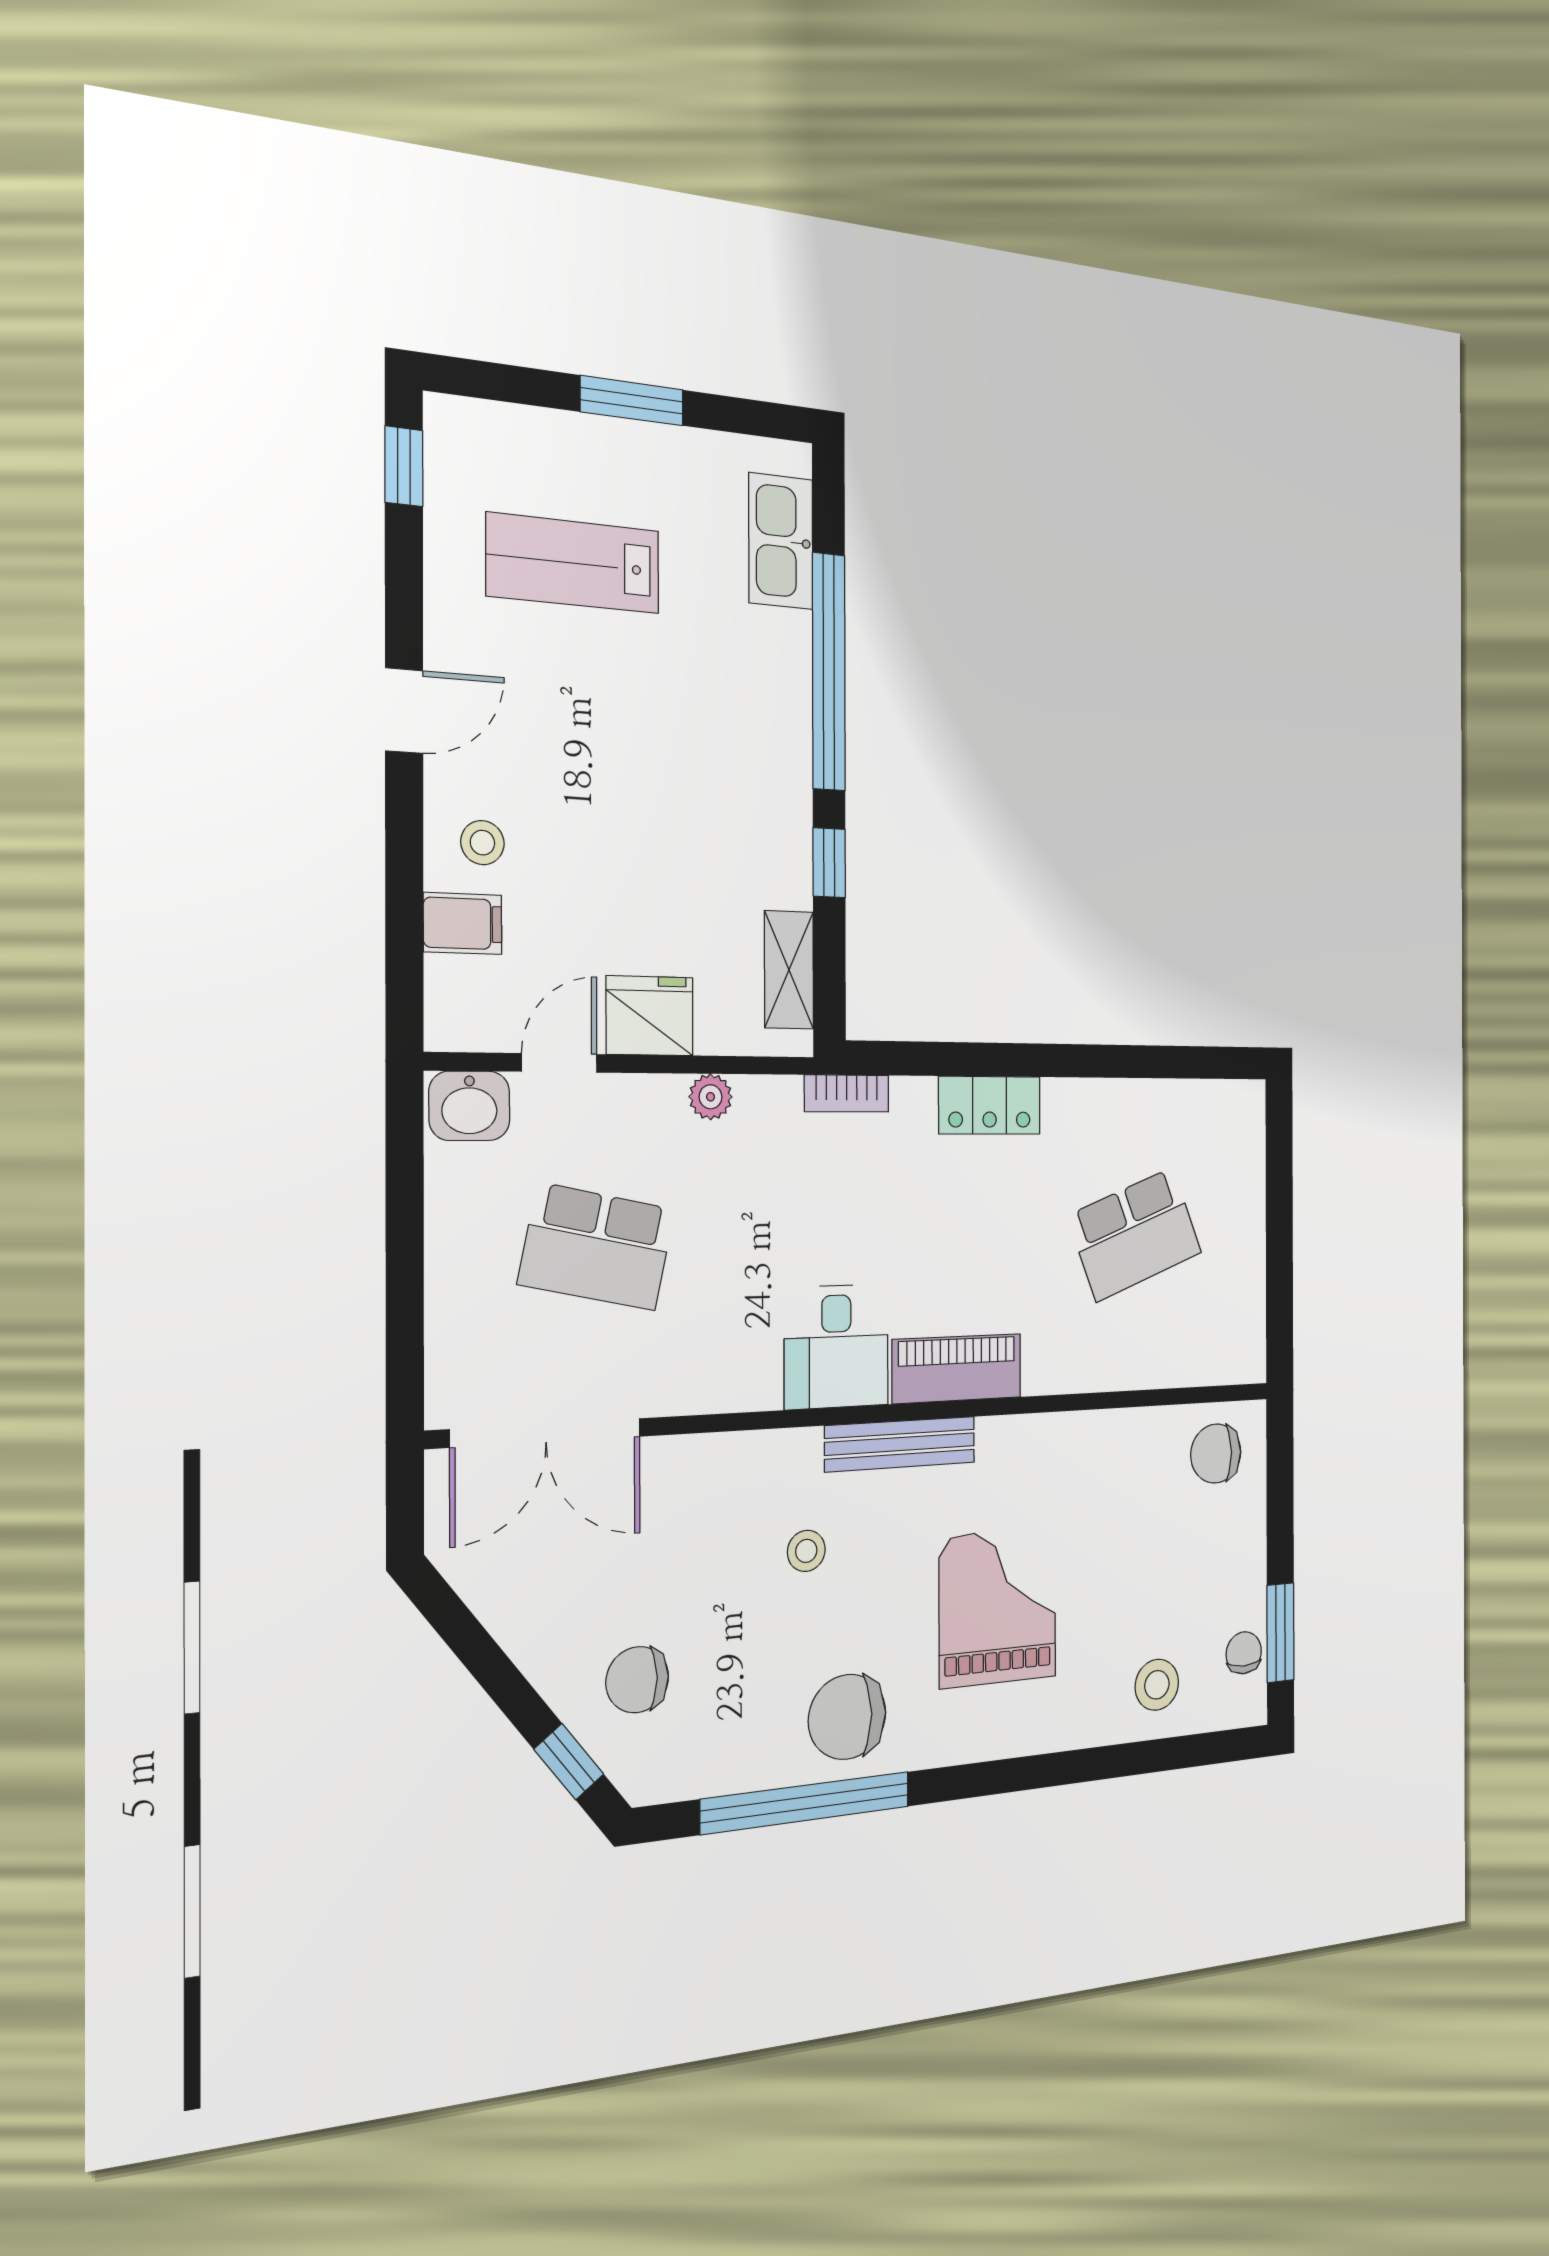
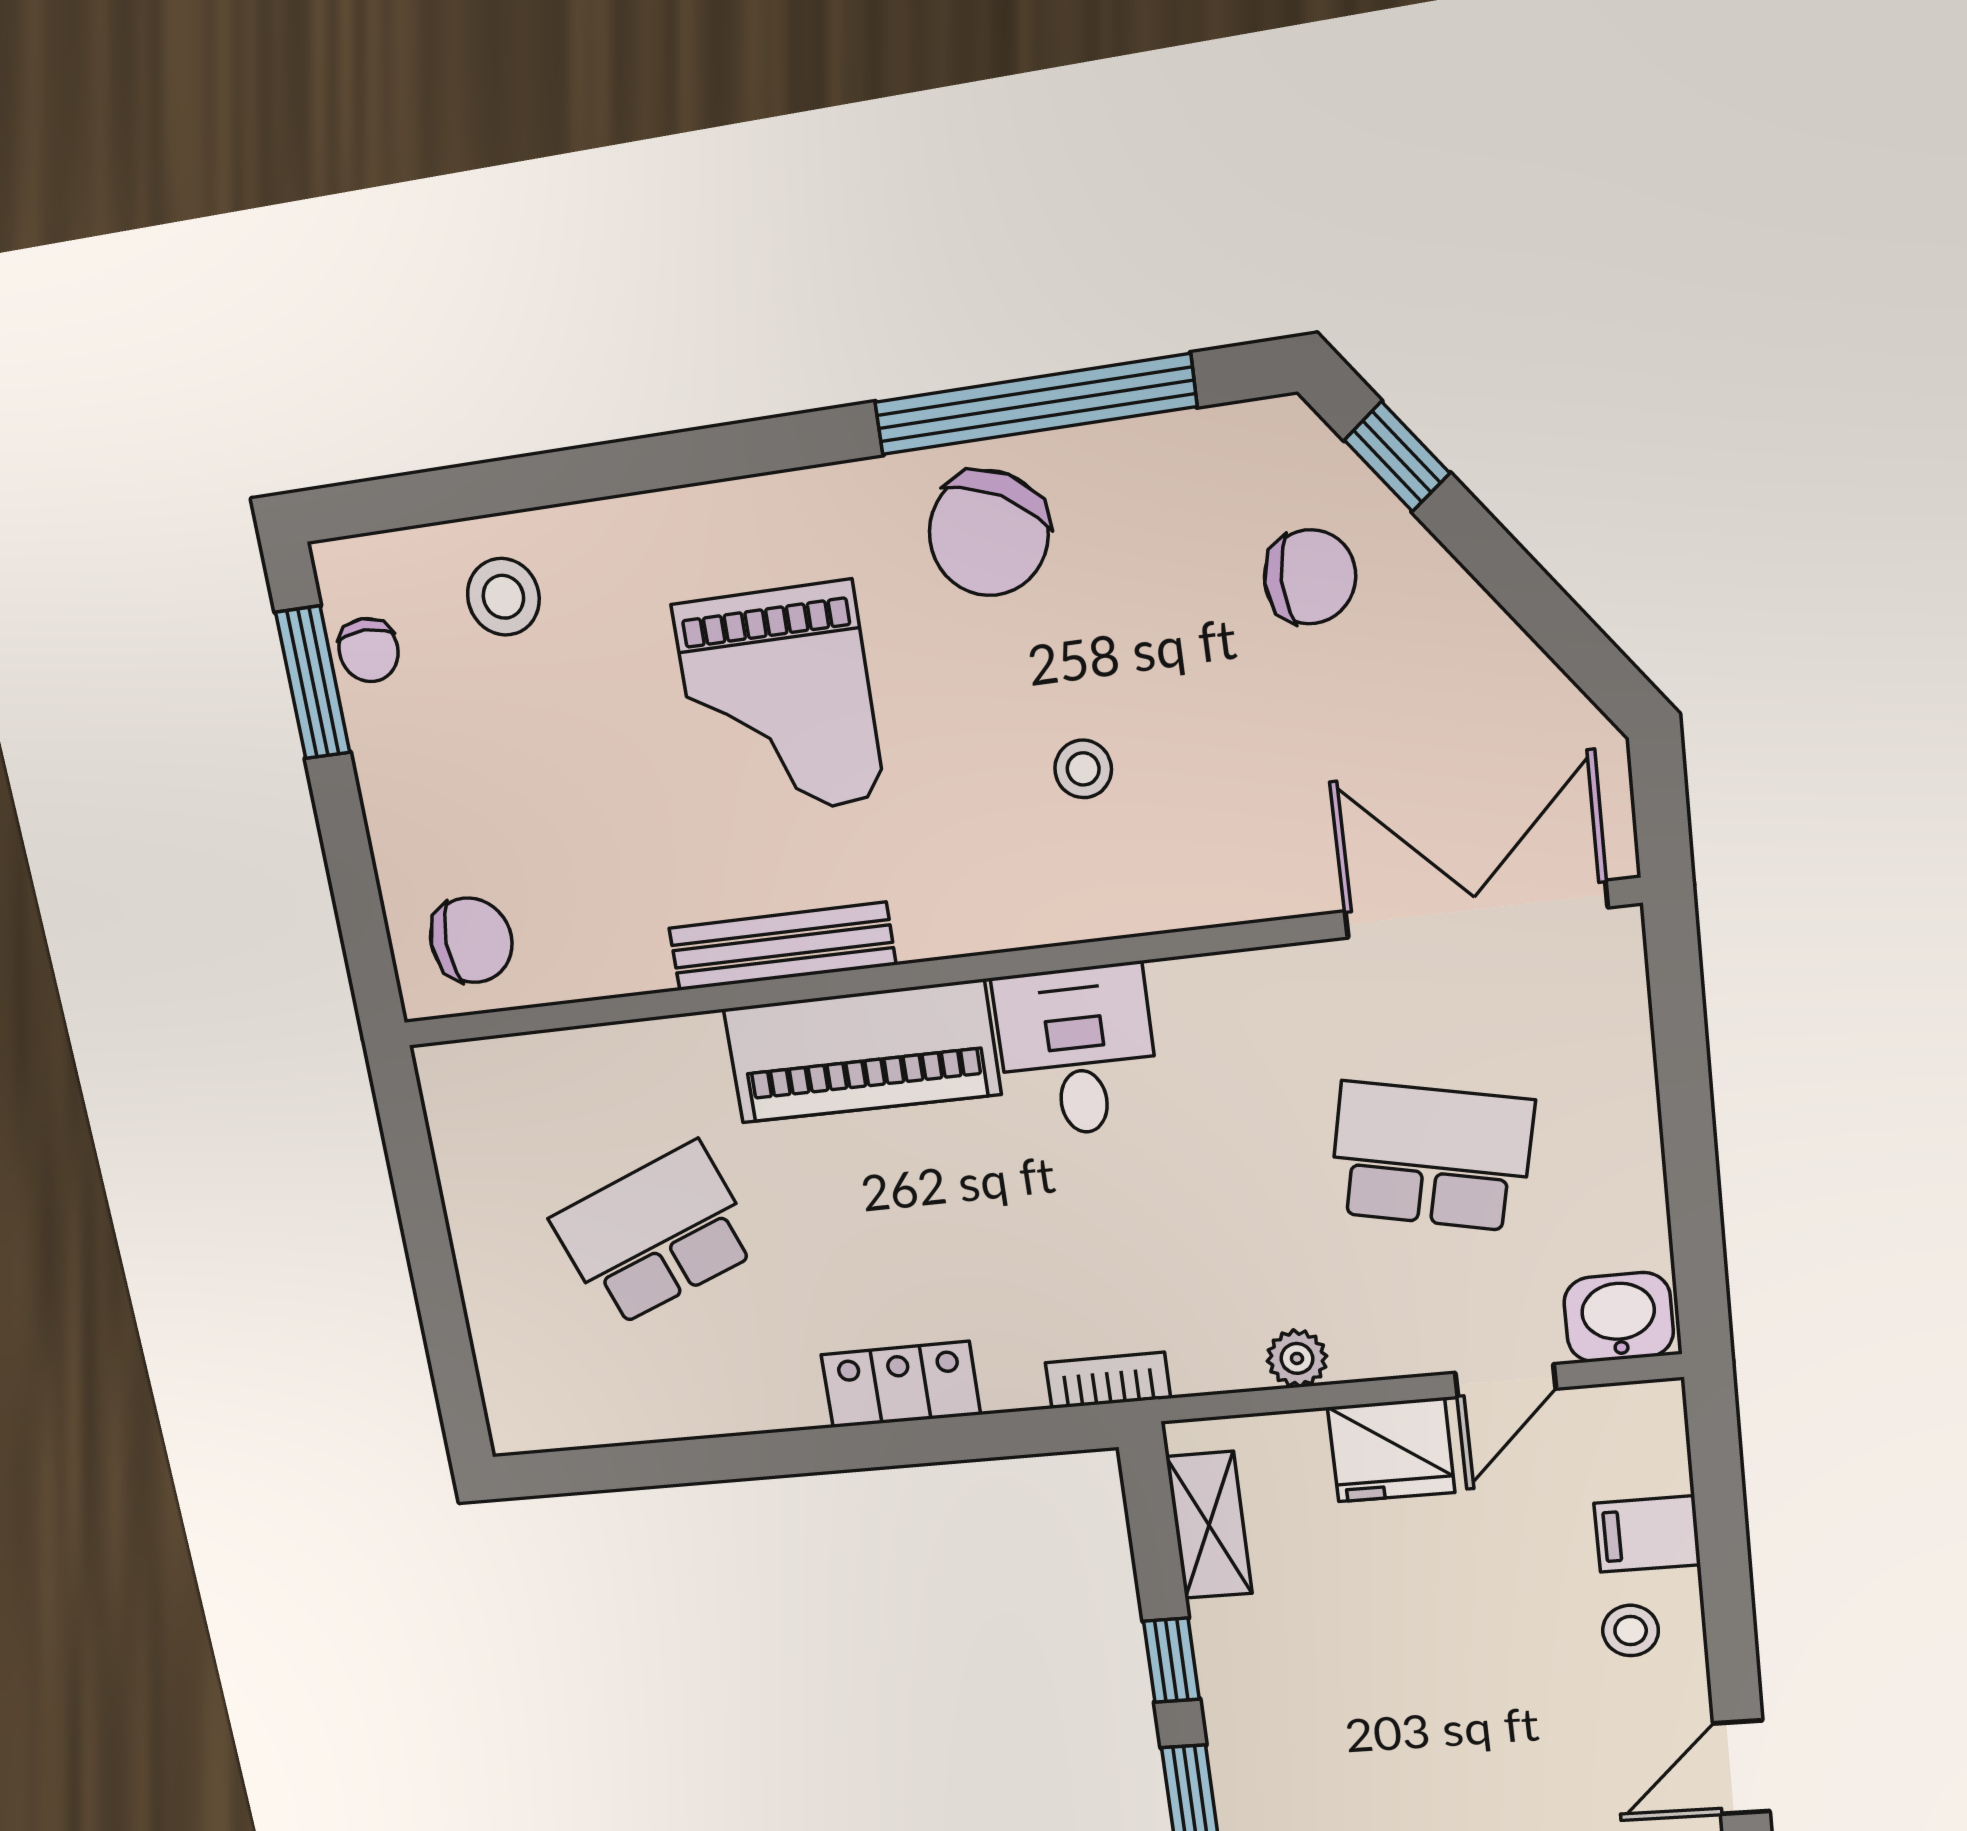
piano: (957, 1369) -> (862, 1052), width x1.37, depth x1.33
bench: (900, 1444) -> (782, 946), moved
chair: (847, 1717) -> (989, 533), turned 118

